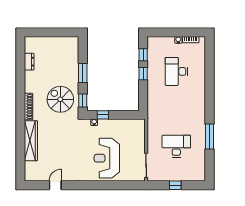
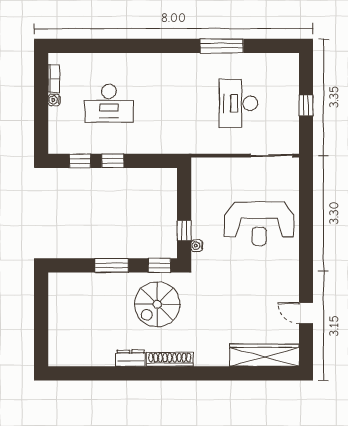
dresser: (29, 62) -> (131, 358), moved
wardrobe: (31, 141) -> (264, 355), moved

